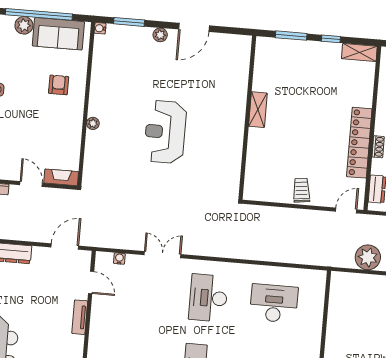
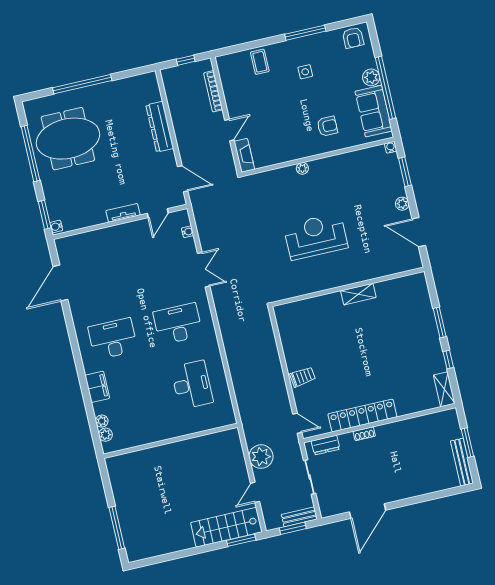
shelving: (258, 110) -> (358, 294), moved
wall: (247, 118) -> (348, 287), moved

